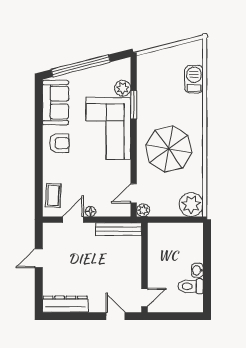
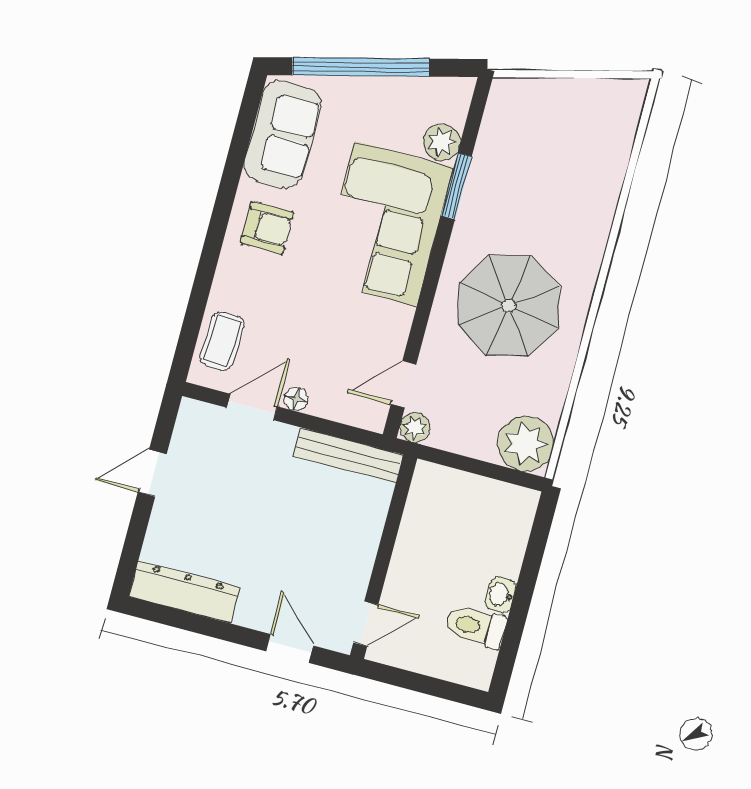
barbecue: (194, 79) -> (607, 165), removed

